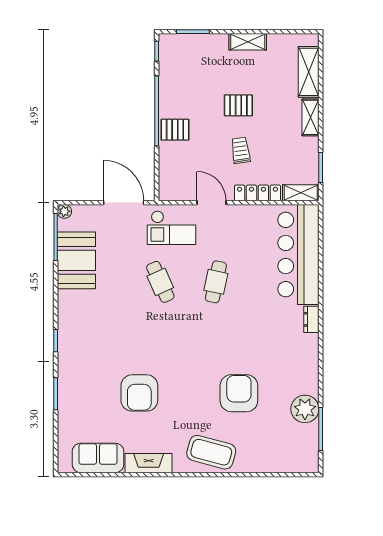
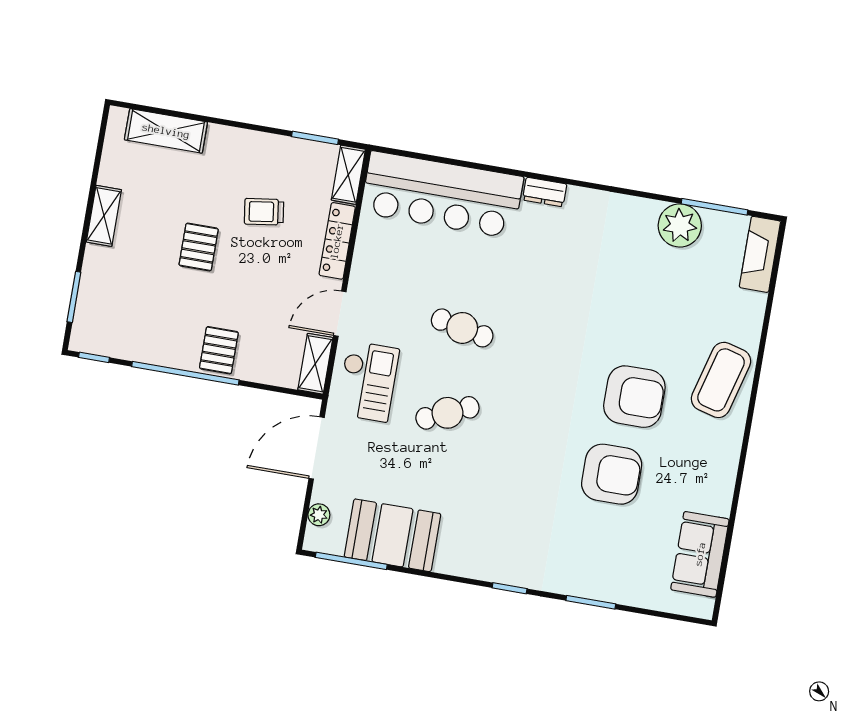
shelving: (310, 117) -> (315, 364), moved, turned 90
trolley: (241, 150) -> (264, 212), moved
plant: (64, 211) -> (319, 515), moved
armchair: (239, 393) -> (634, 397), moved, turned 180
fireplace: (149, 463) -> (760, 254), moved

